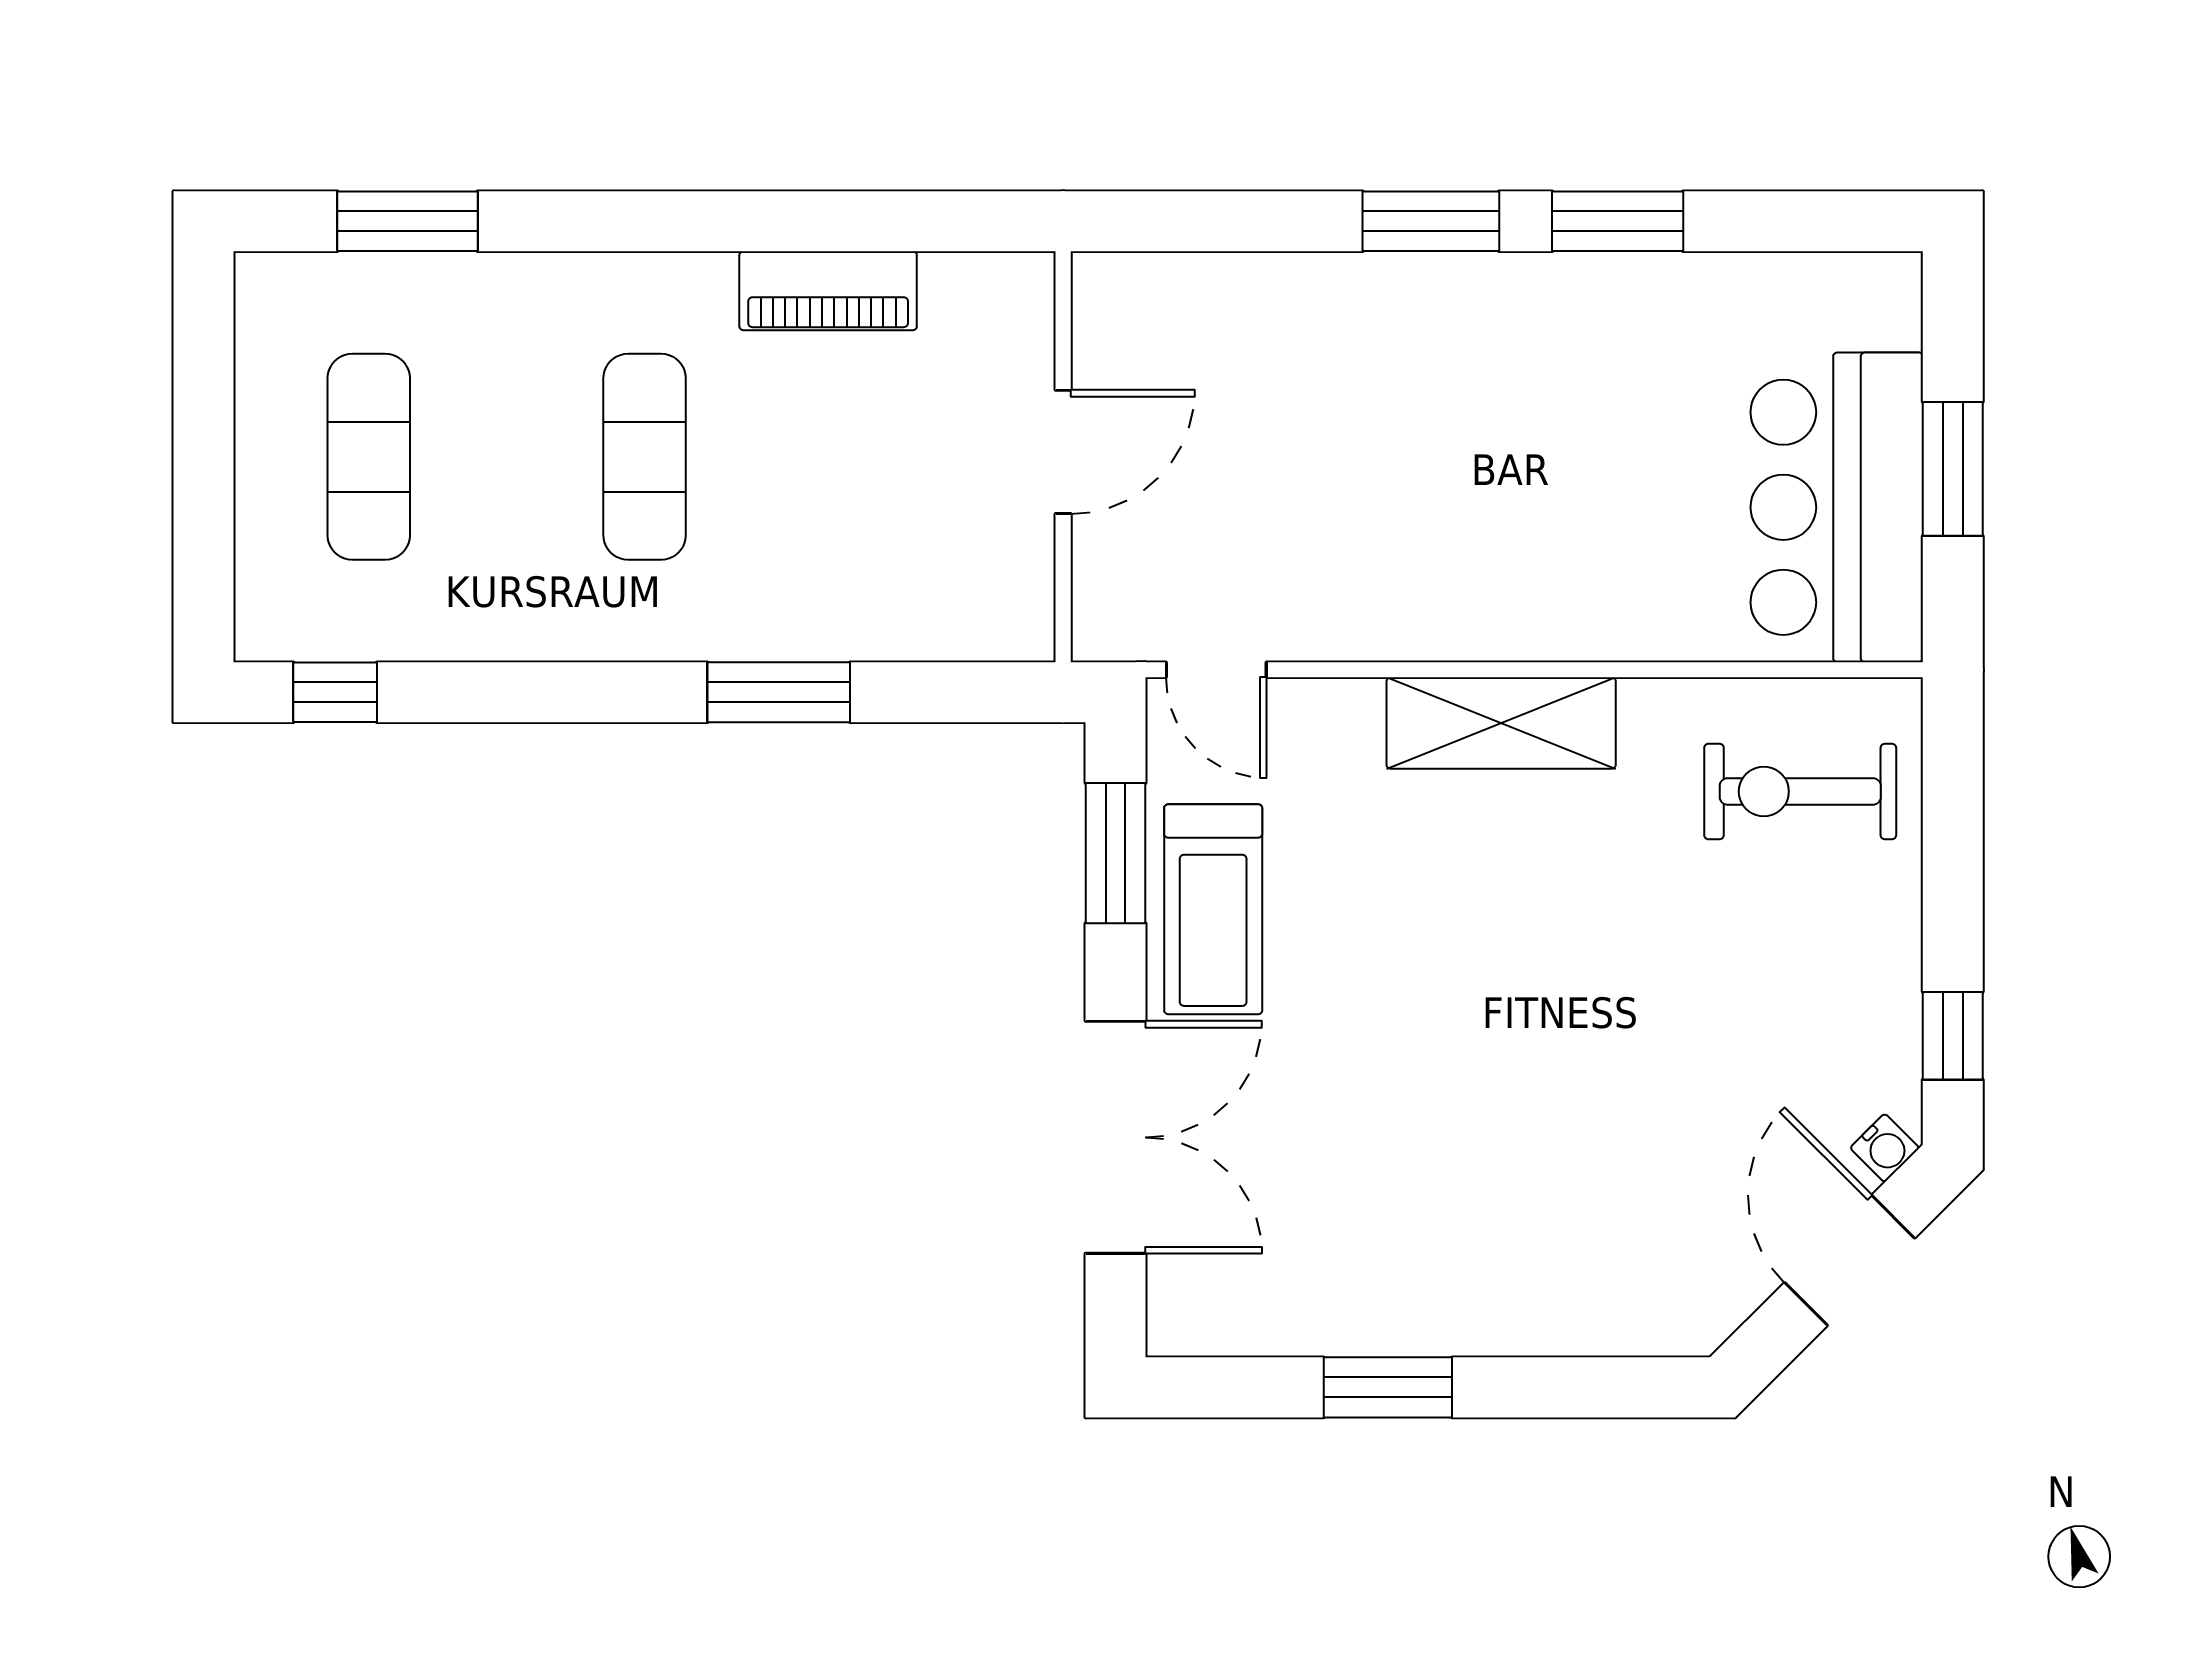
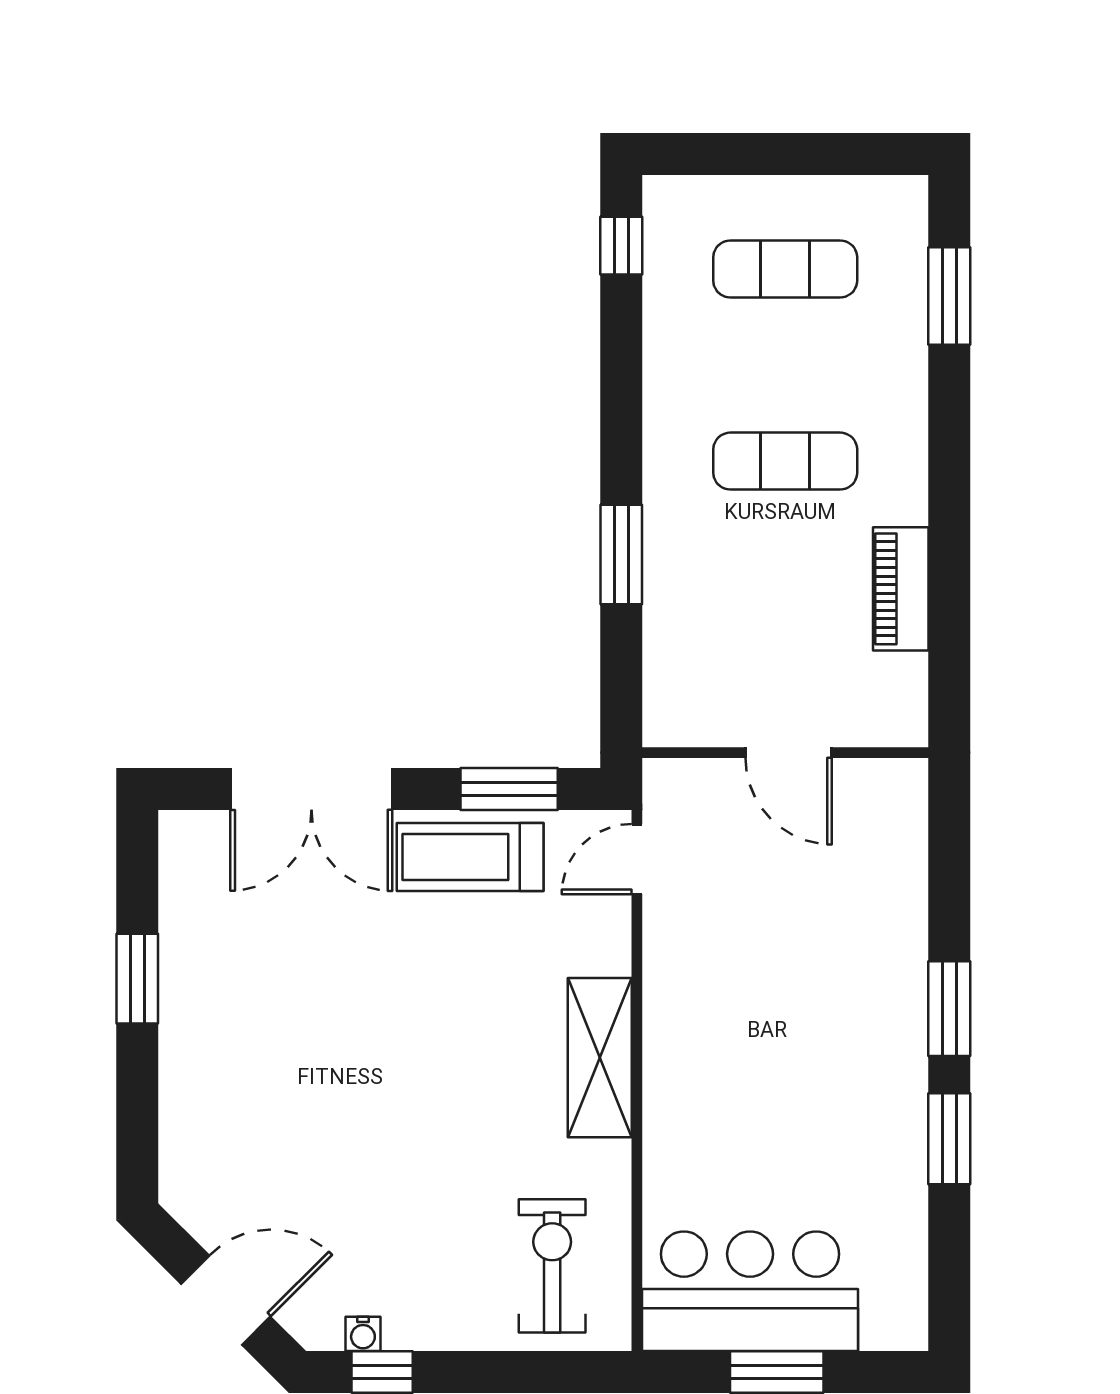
water cooler: (1885, 1148) -> (363, 1334), moved, turned -45

